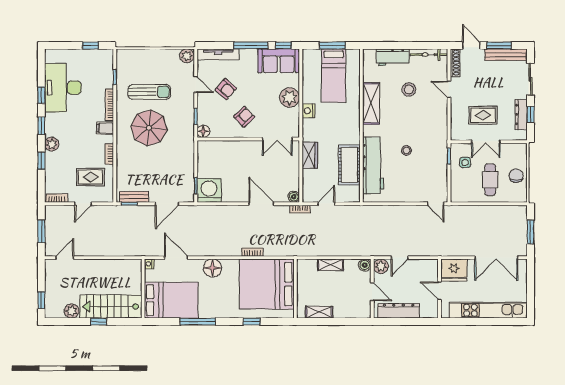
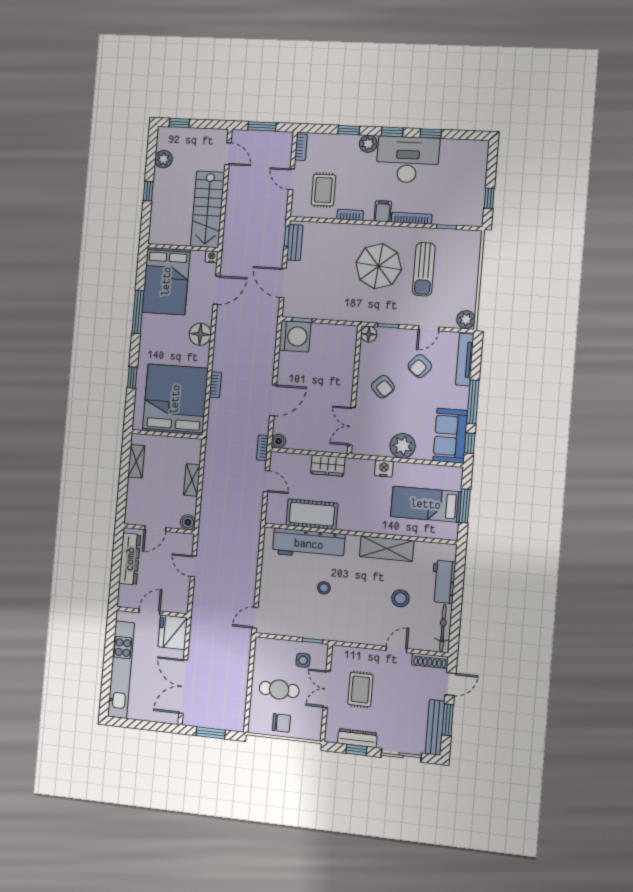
desk: (63, 88) -> (408, 160), moved
plant: (381, 266) -> (185, 542), removed
stairs: (111, 307) -> (208, 209), moved, turned 180

